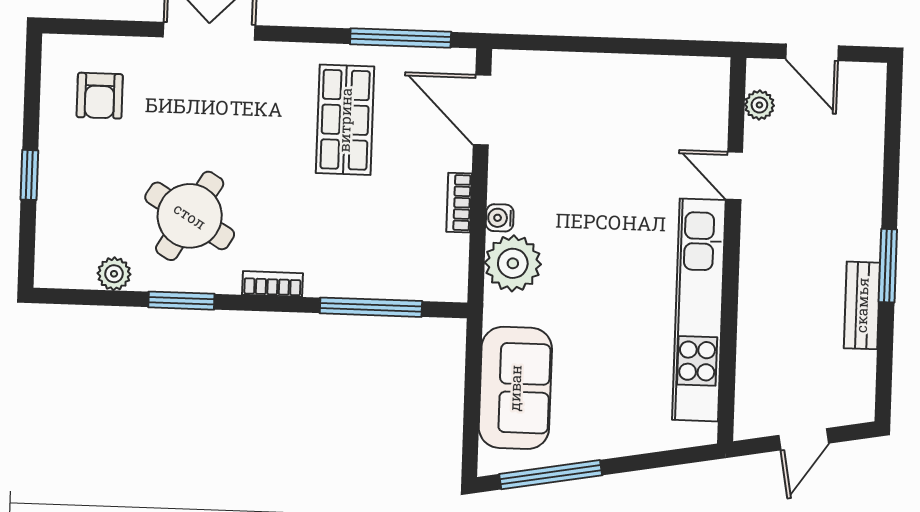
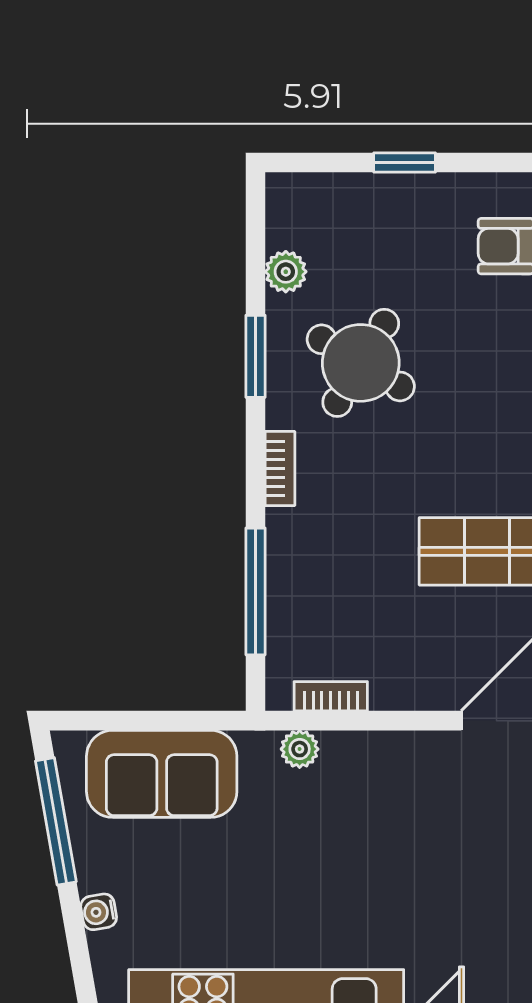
bookcase: (459, 203) -> (331, 696), moved
water cooler: (500, 218) -> (99, 912), moved, turned -100
plant: (513, 263) -> (300, 749), width x0.53, depth x0.53

